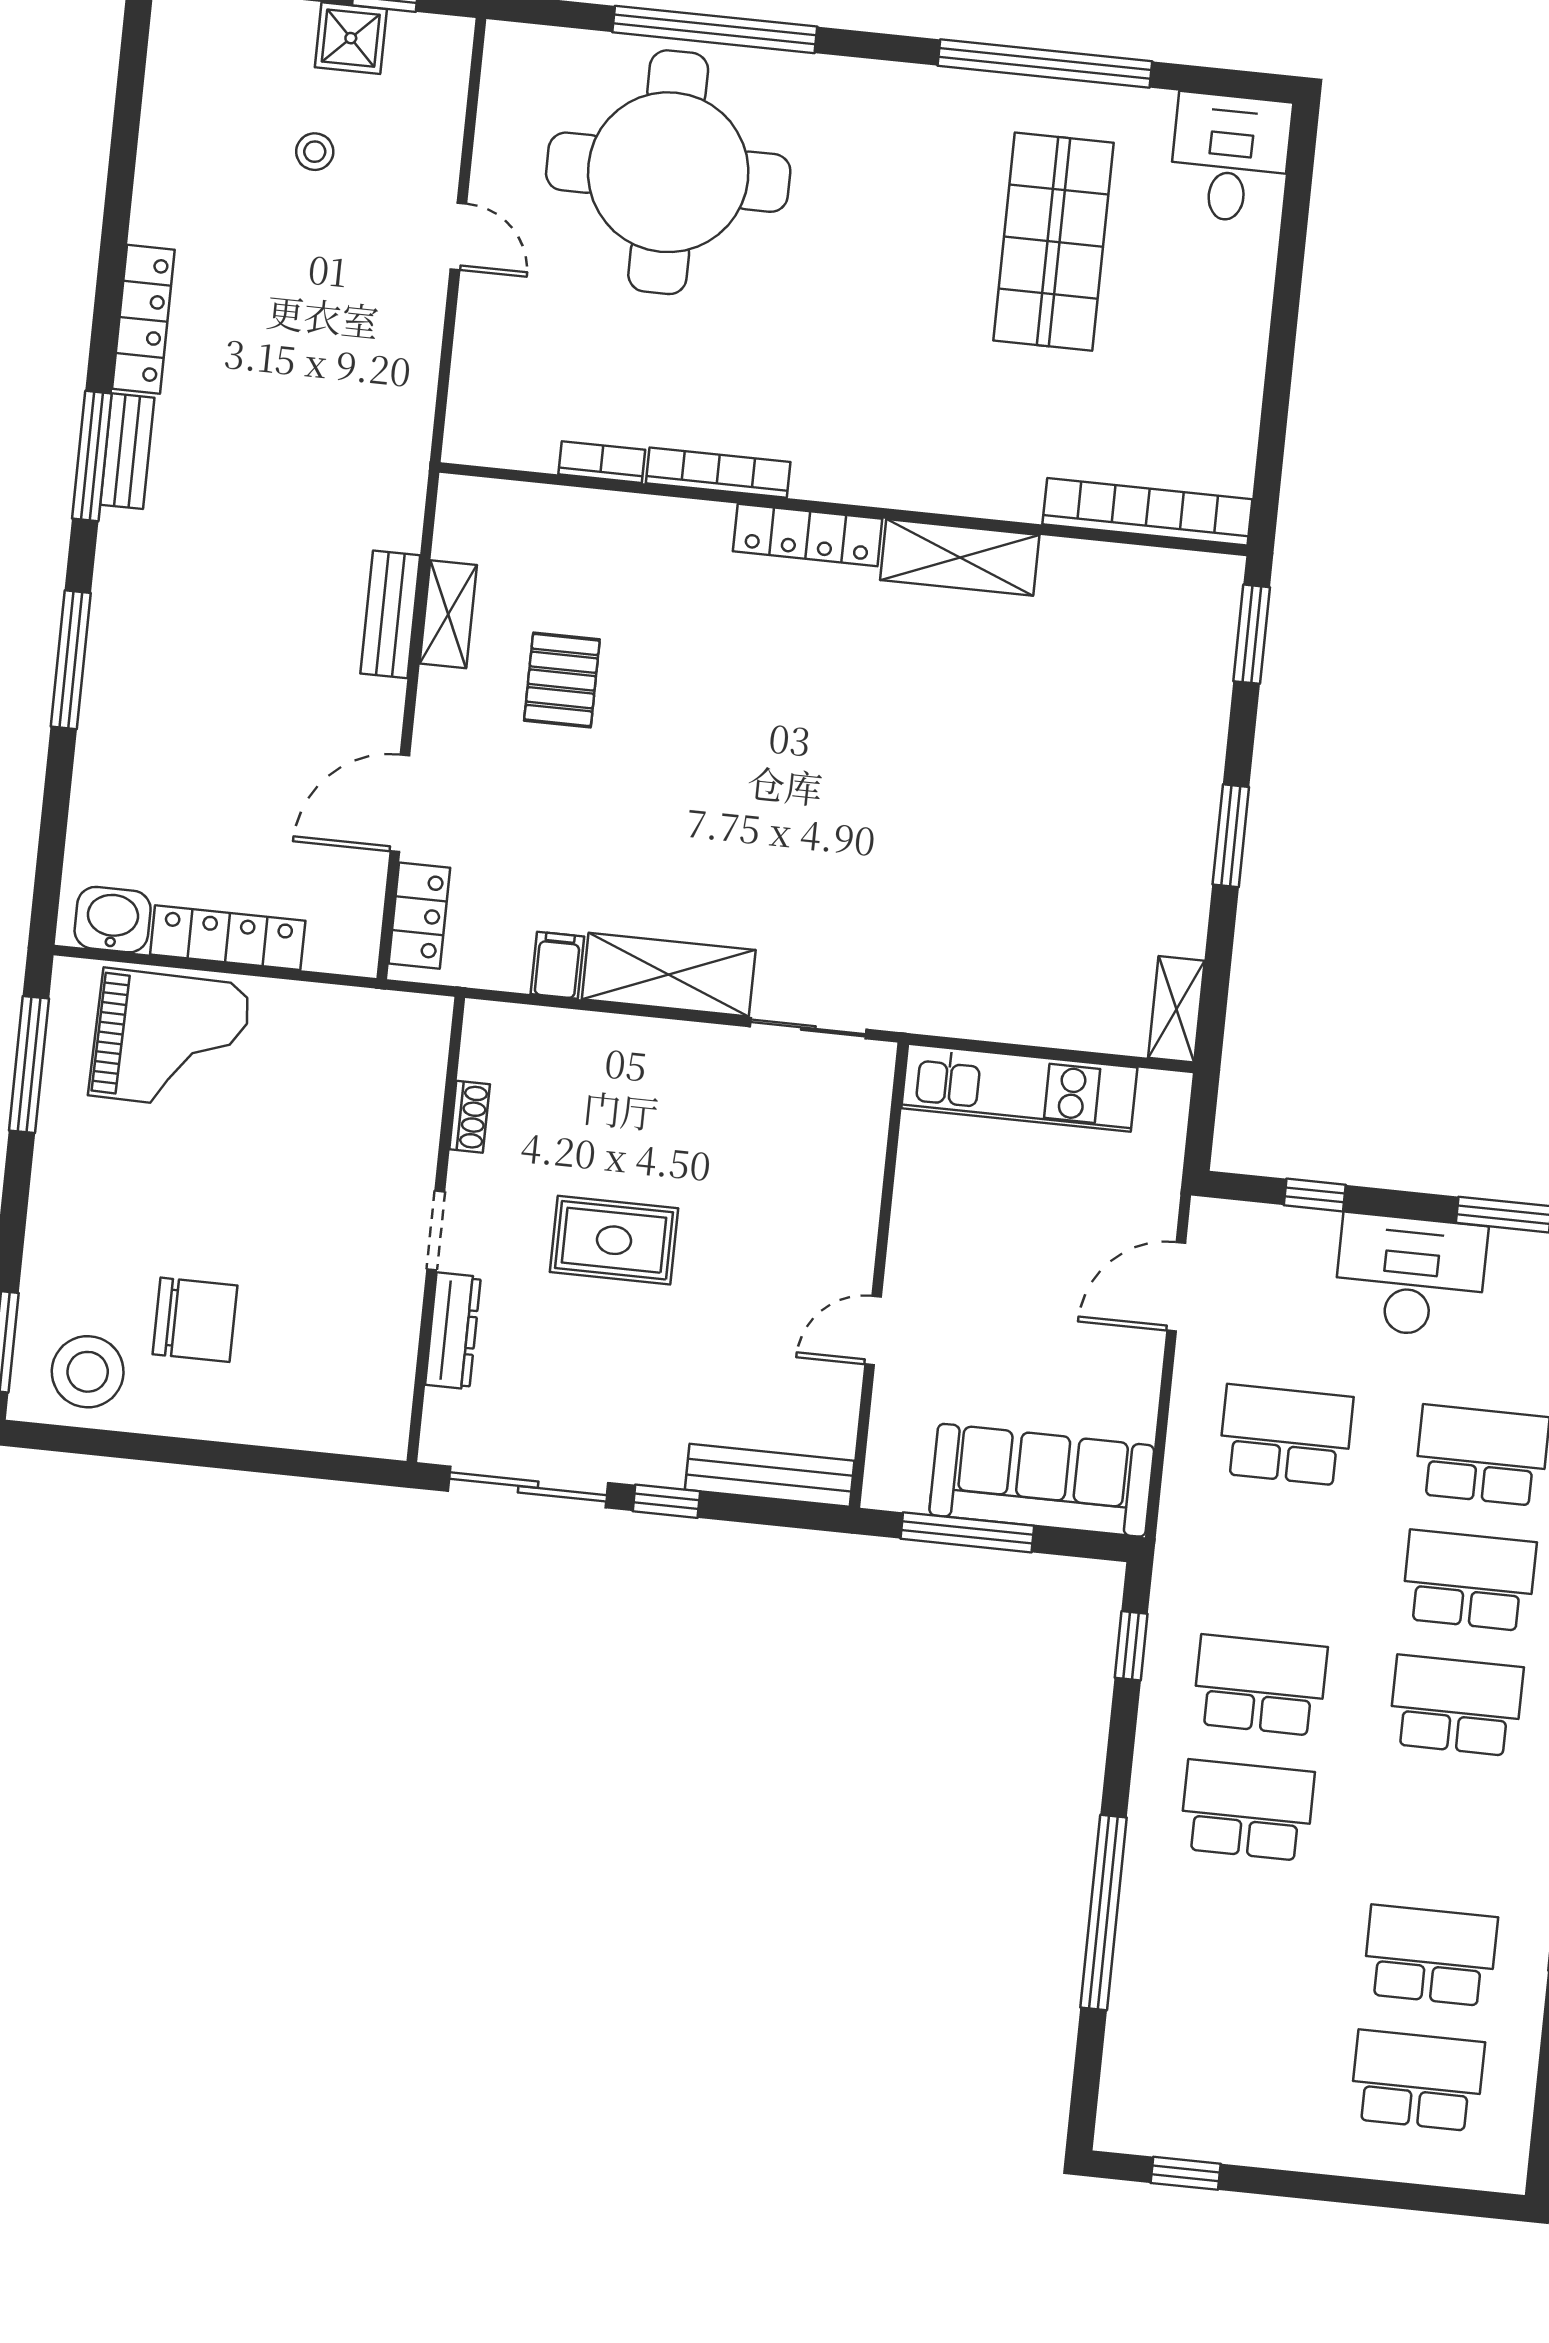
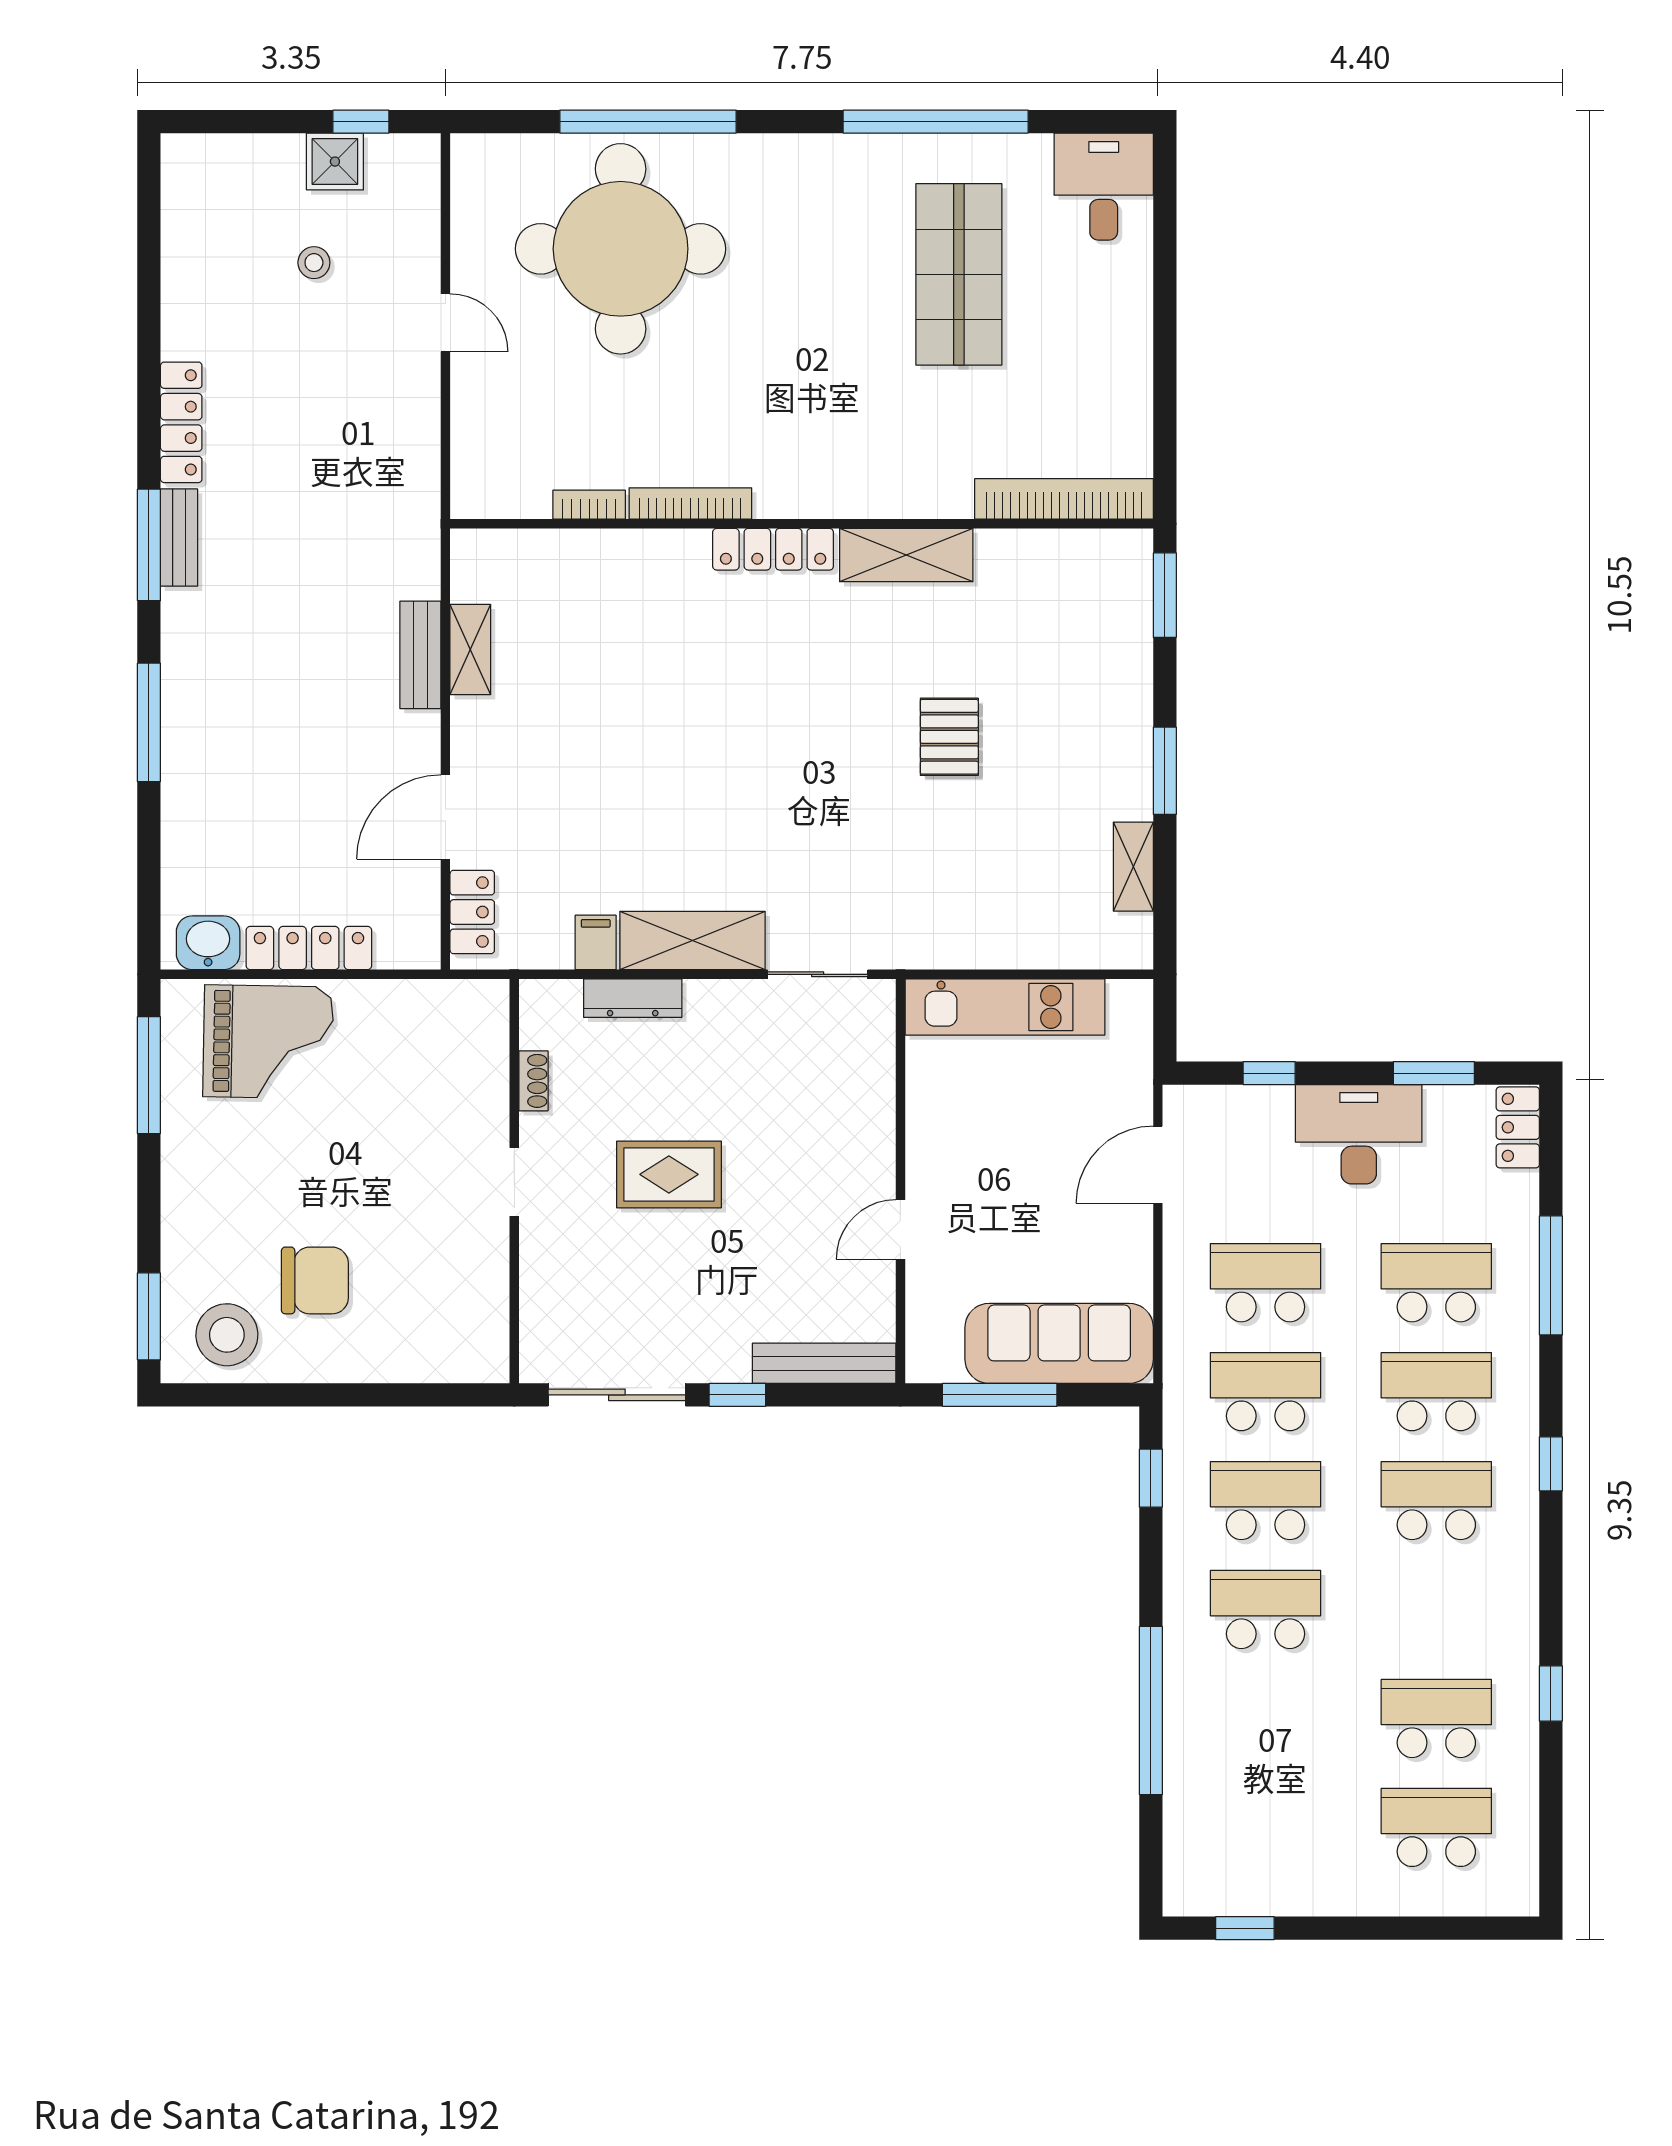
pallet: (562, 680) -> (949, 737), moved
shelving: (1176, 1009) -> (1133, 867), moved
dresser: (453, 1331) -> (633, 998), moved, turned 90
school desk: (1273, 1560) -> (1266, 1392), added

